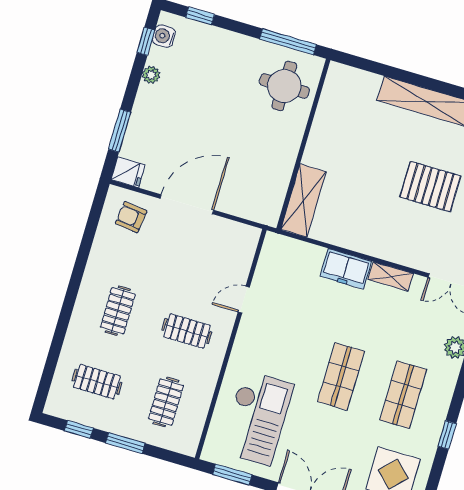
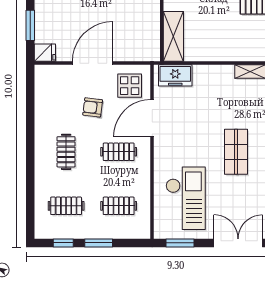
armchair: (131, 217) -> (93, 107), moved
display table: (227, 248) -> (130, 86), added
freezer: (346, 269) -> (175, 75), moved
door: (244, 300) -> (152, 118), width x1.87
clothes rail: (166, 402) -> (119, 206), turned 90

